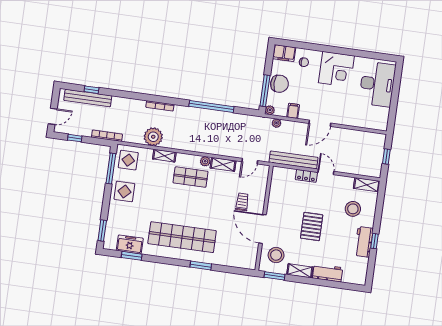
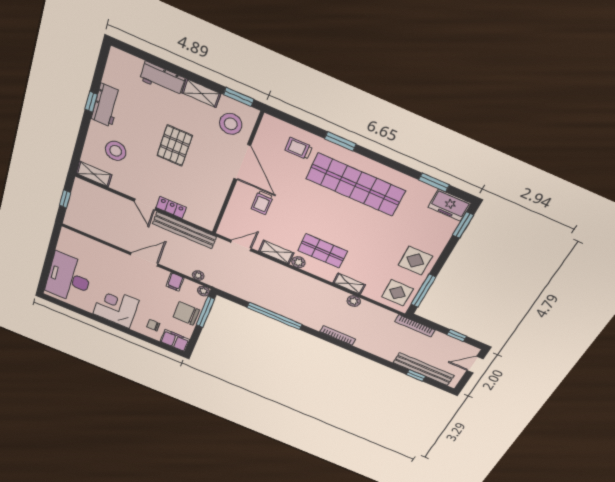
plant: (153, 137) -> (354, 301), width x0.53, depth x0.53
freezer: (130, 244) -> (450, 205), moved
trolley: (227, 252) -> (299, 148), added

